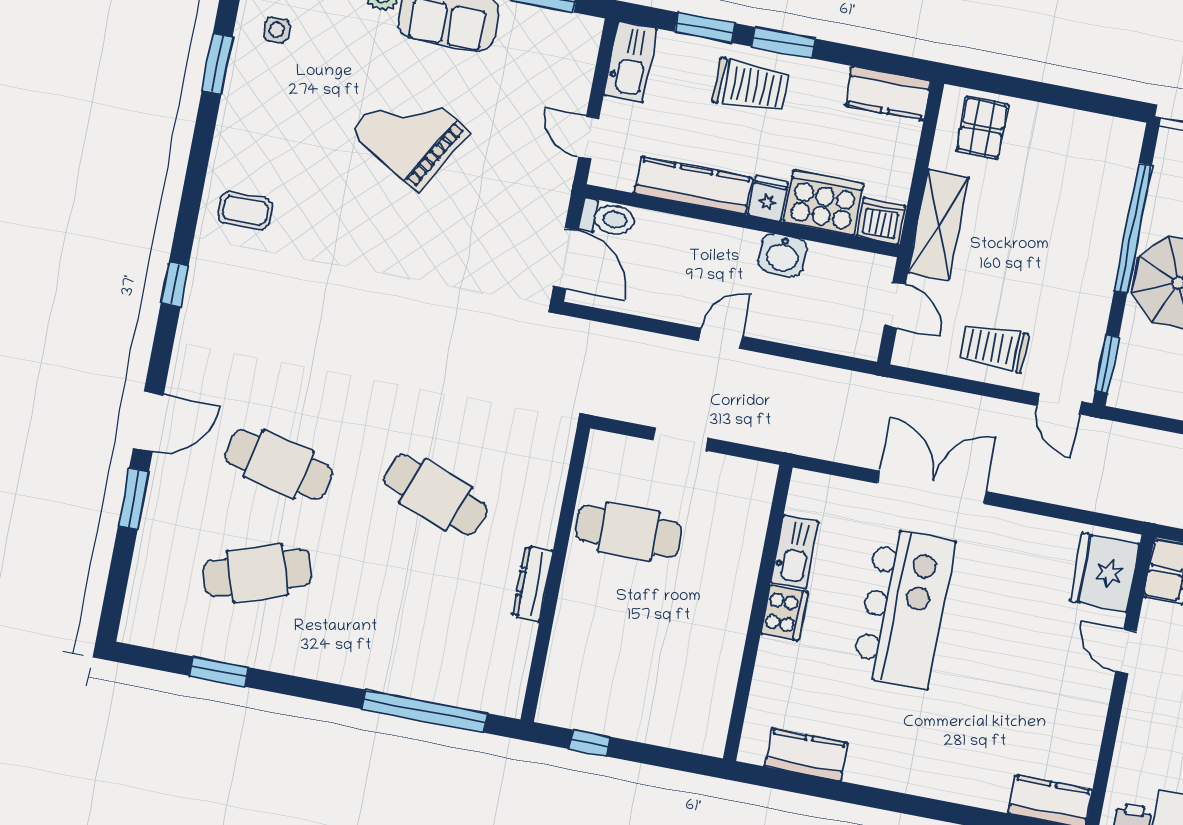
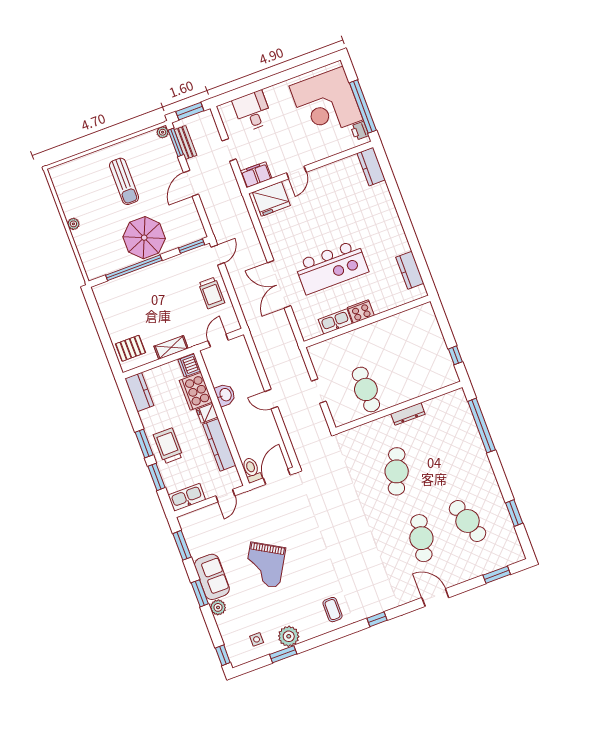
plant: (245, 95) -> (289, 636), added
shelving: (938, 225) -> (171, 347), width x0.67, depth x0.75
window: (133, 498) -> (497, 575), moved
kitchen island: (904, 608) -> (331, 267), turned 180

